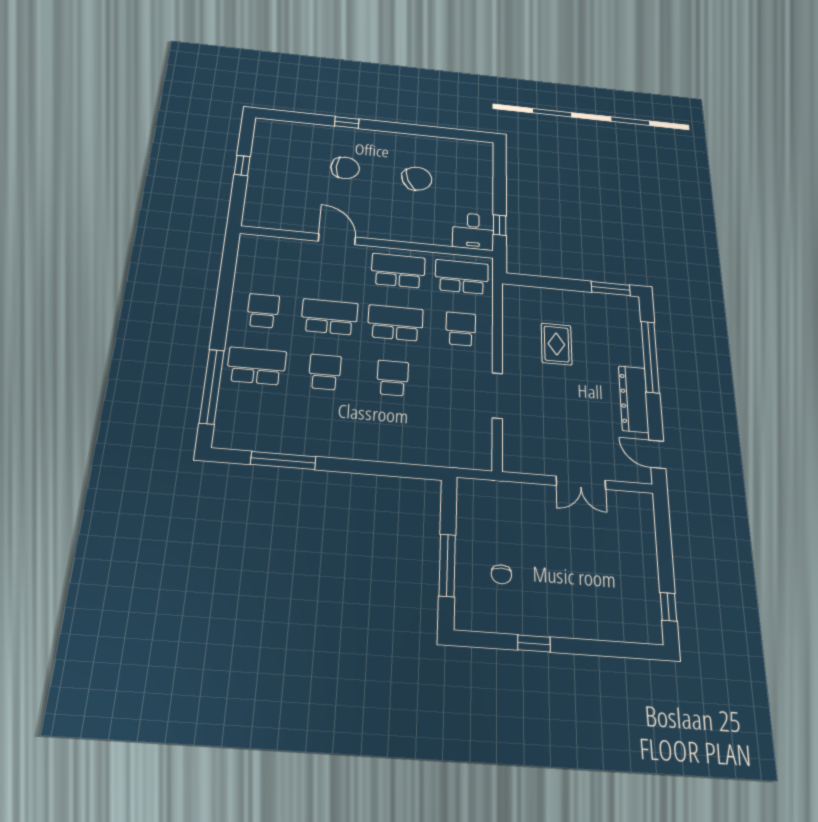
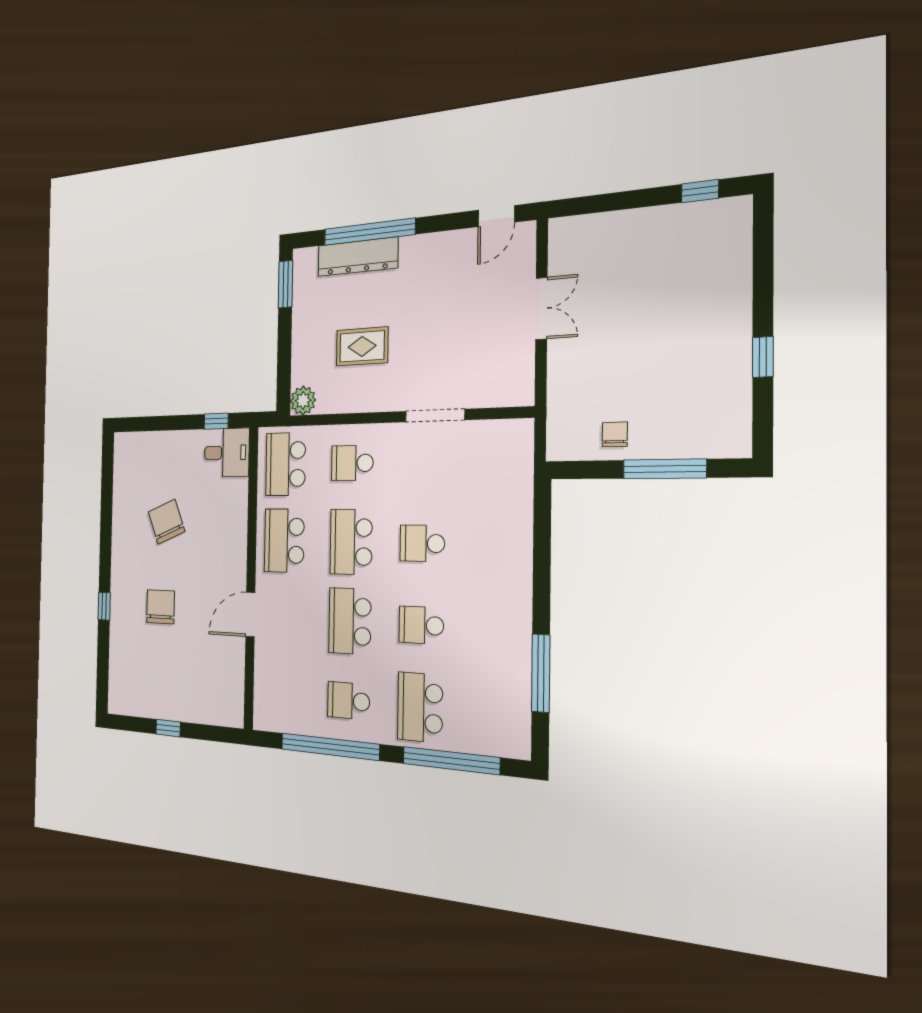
window: (225, 293) -> (330, 747), added
plant: (514, 295) -> (303, 401), added
dresser: (634, 399) -> (358, 257), moved
chair: (501, 574) -> (615, 434), moved, turned -90

